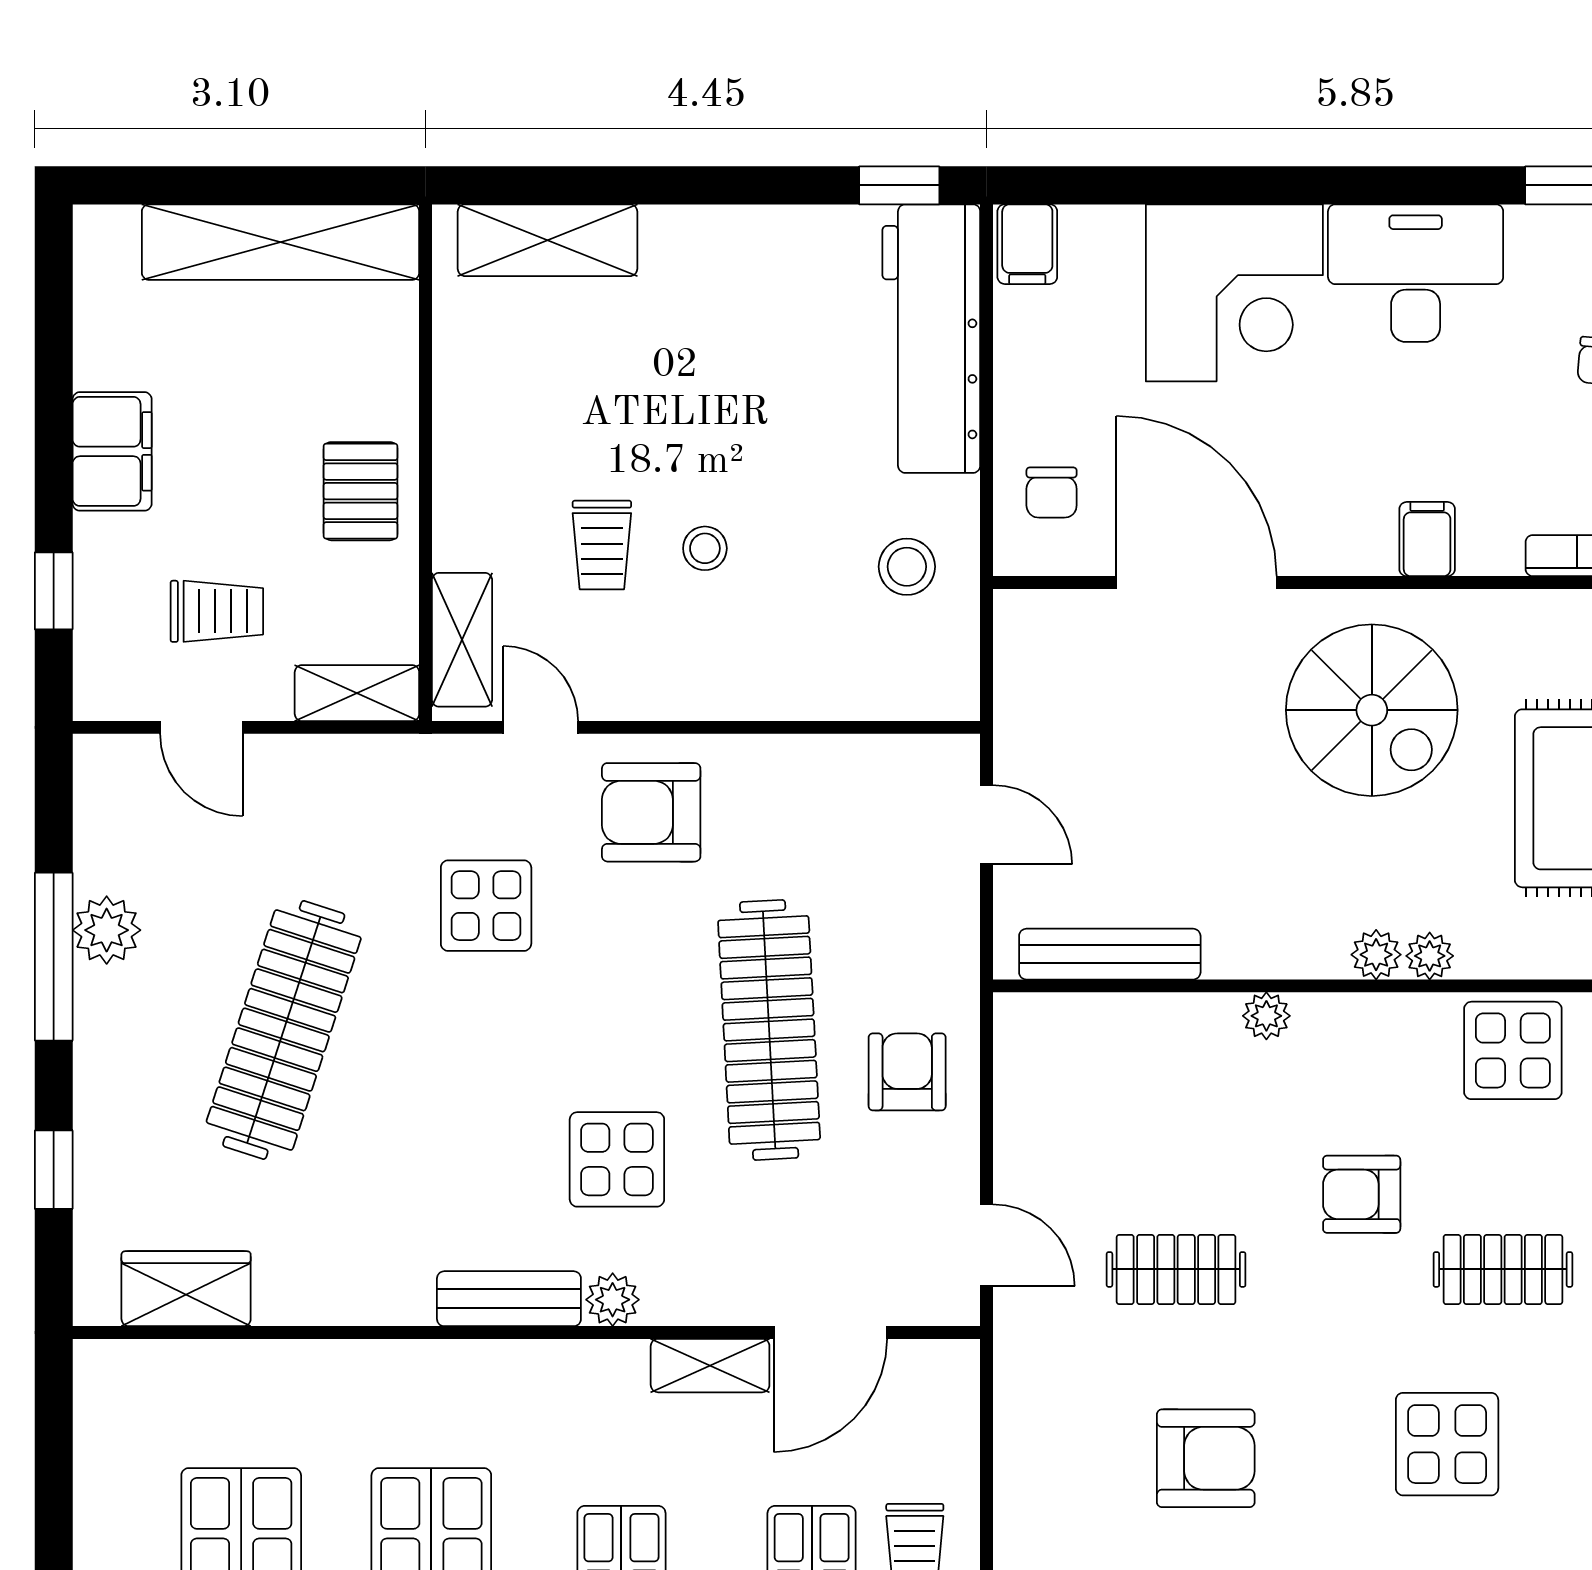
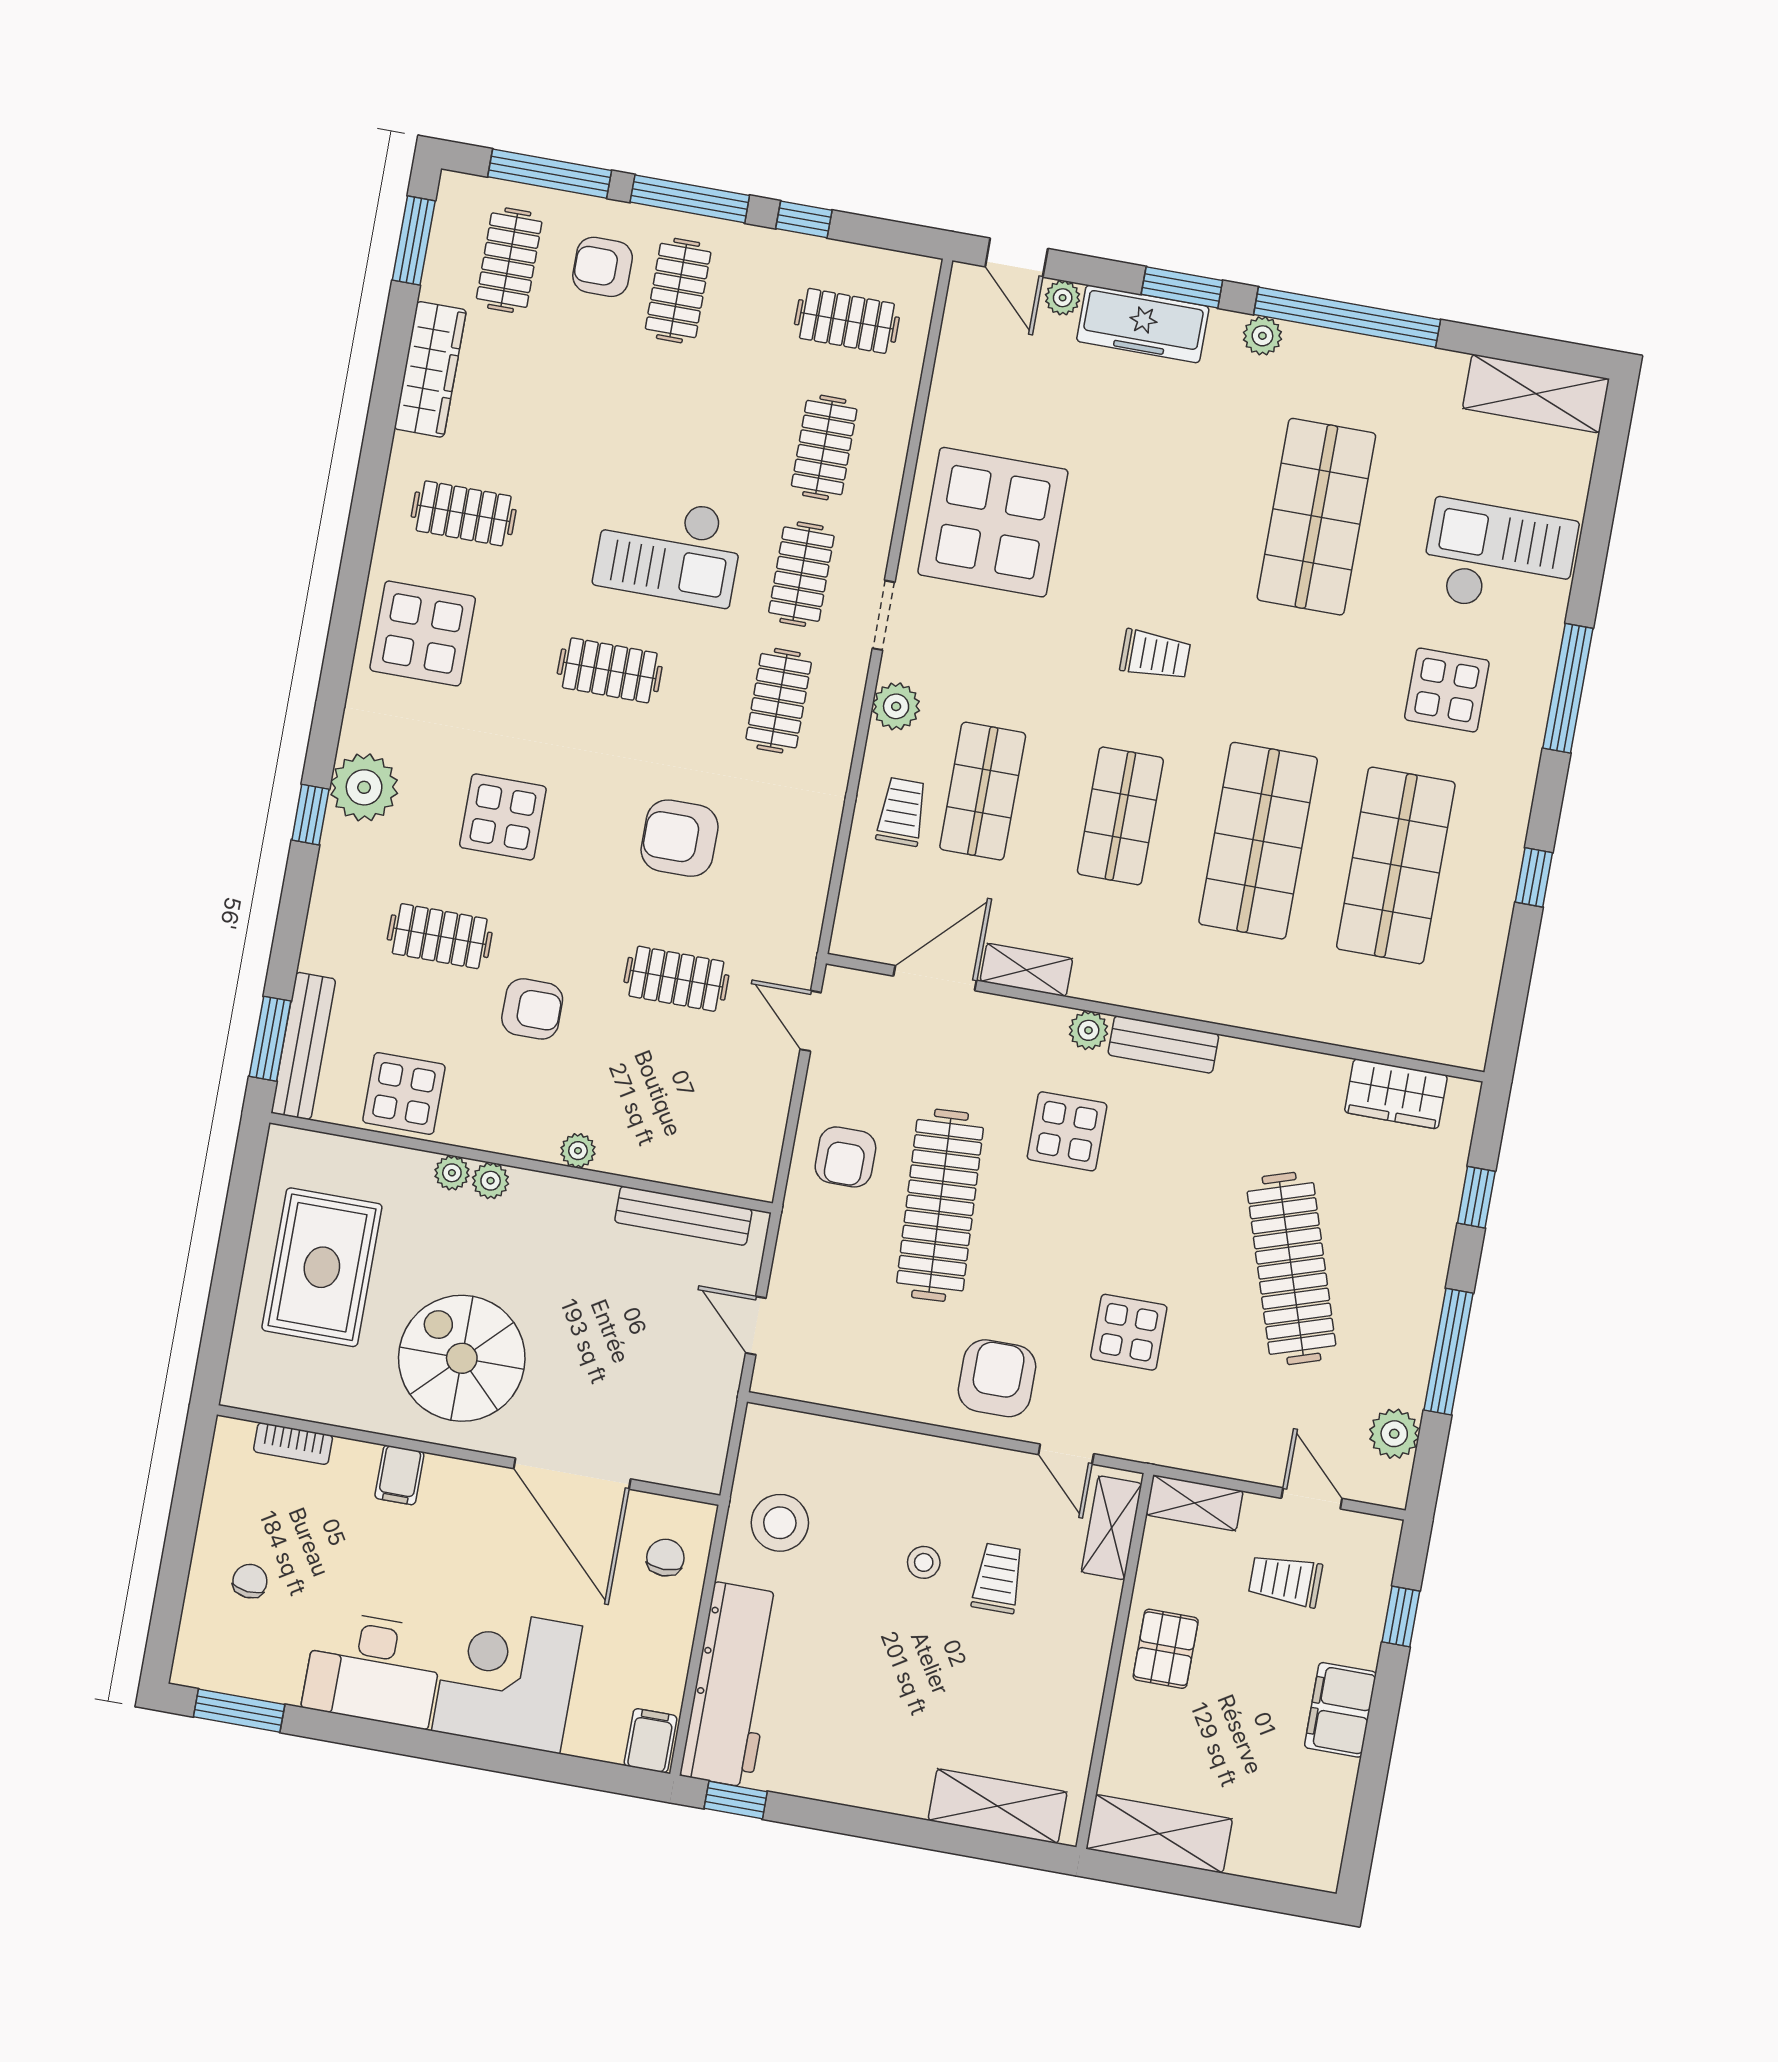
shelving: (281, 242) -> (1159, 1834), width x0.68
stool: (907, 567) -> (780, 1523), width x1.38, depth x1.38
armchair: (651, 812) -> (997, 1378), turned -90
plant: (107, 930) -> (1394, 1434), moved
clothes rail: (284, 1030) -> (1291, 1268), turned -36

